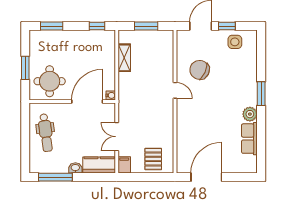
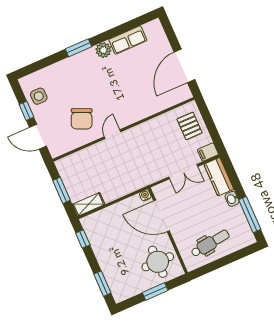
shelving: (124, 58) -> (89, 204), moved
pallet: (153, 159) -> (190, 126), turned 90
door: (206, 177) -> (184, 66), hinge flipped

